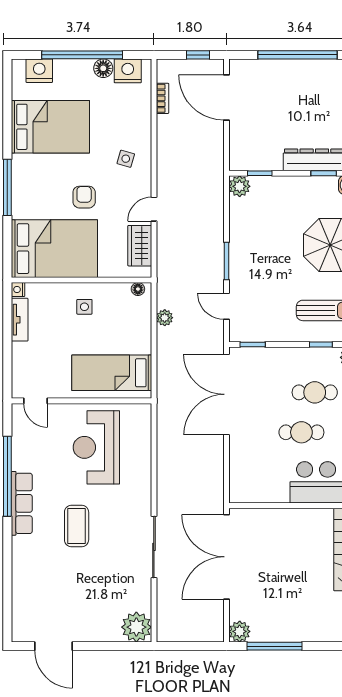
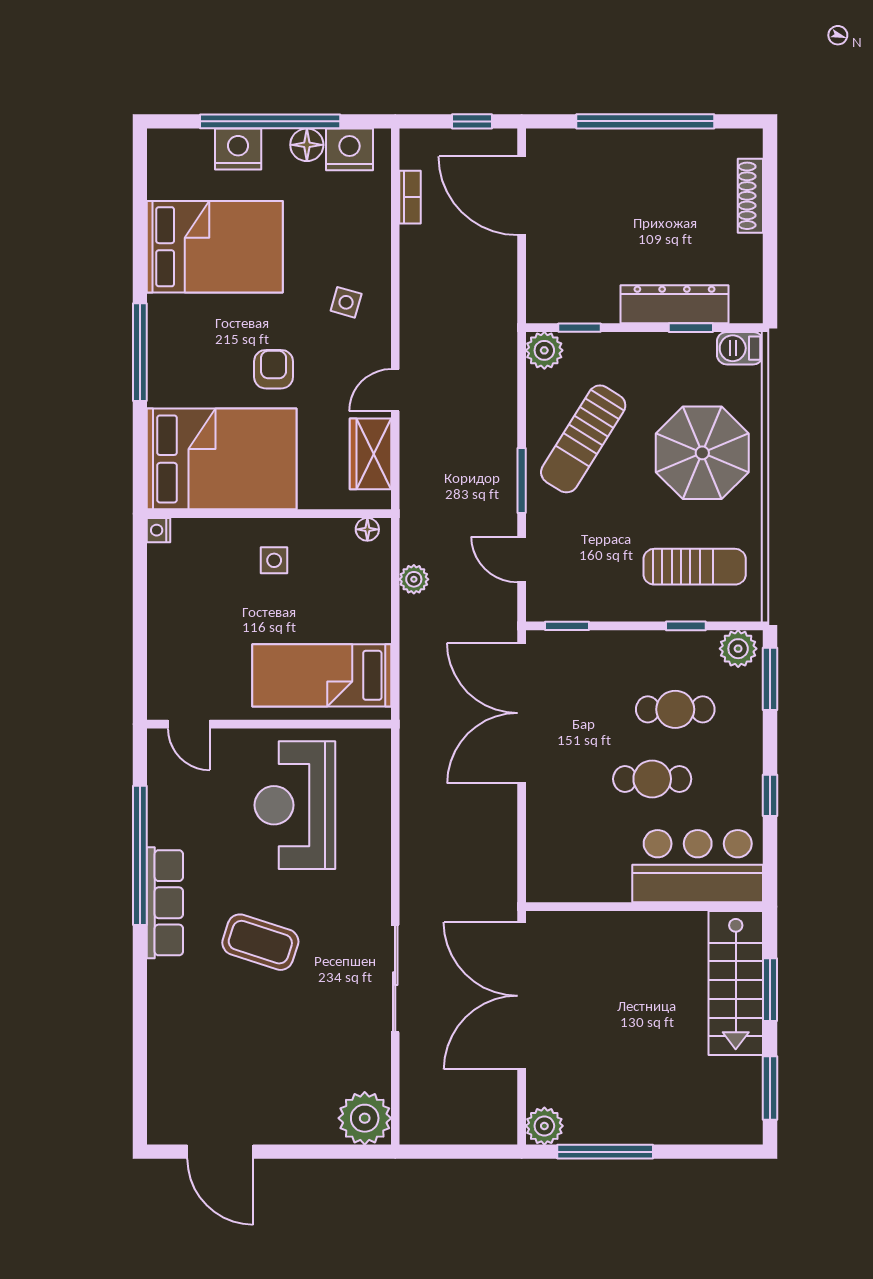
nightstand: (39, 71) -> (238, 149), moved
sun lounger: (262, 237) -> (583, 439), added
tv unit: (20, 320) -> (161, 583), removed
coffee table: (77, 526) -> (260, 942), turned -72

